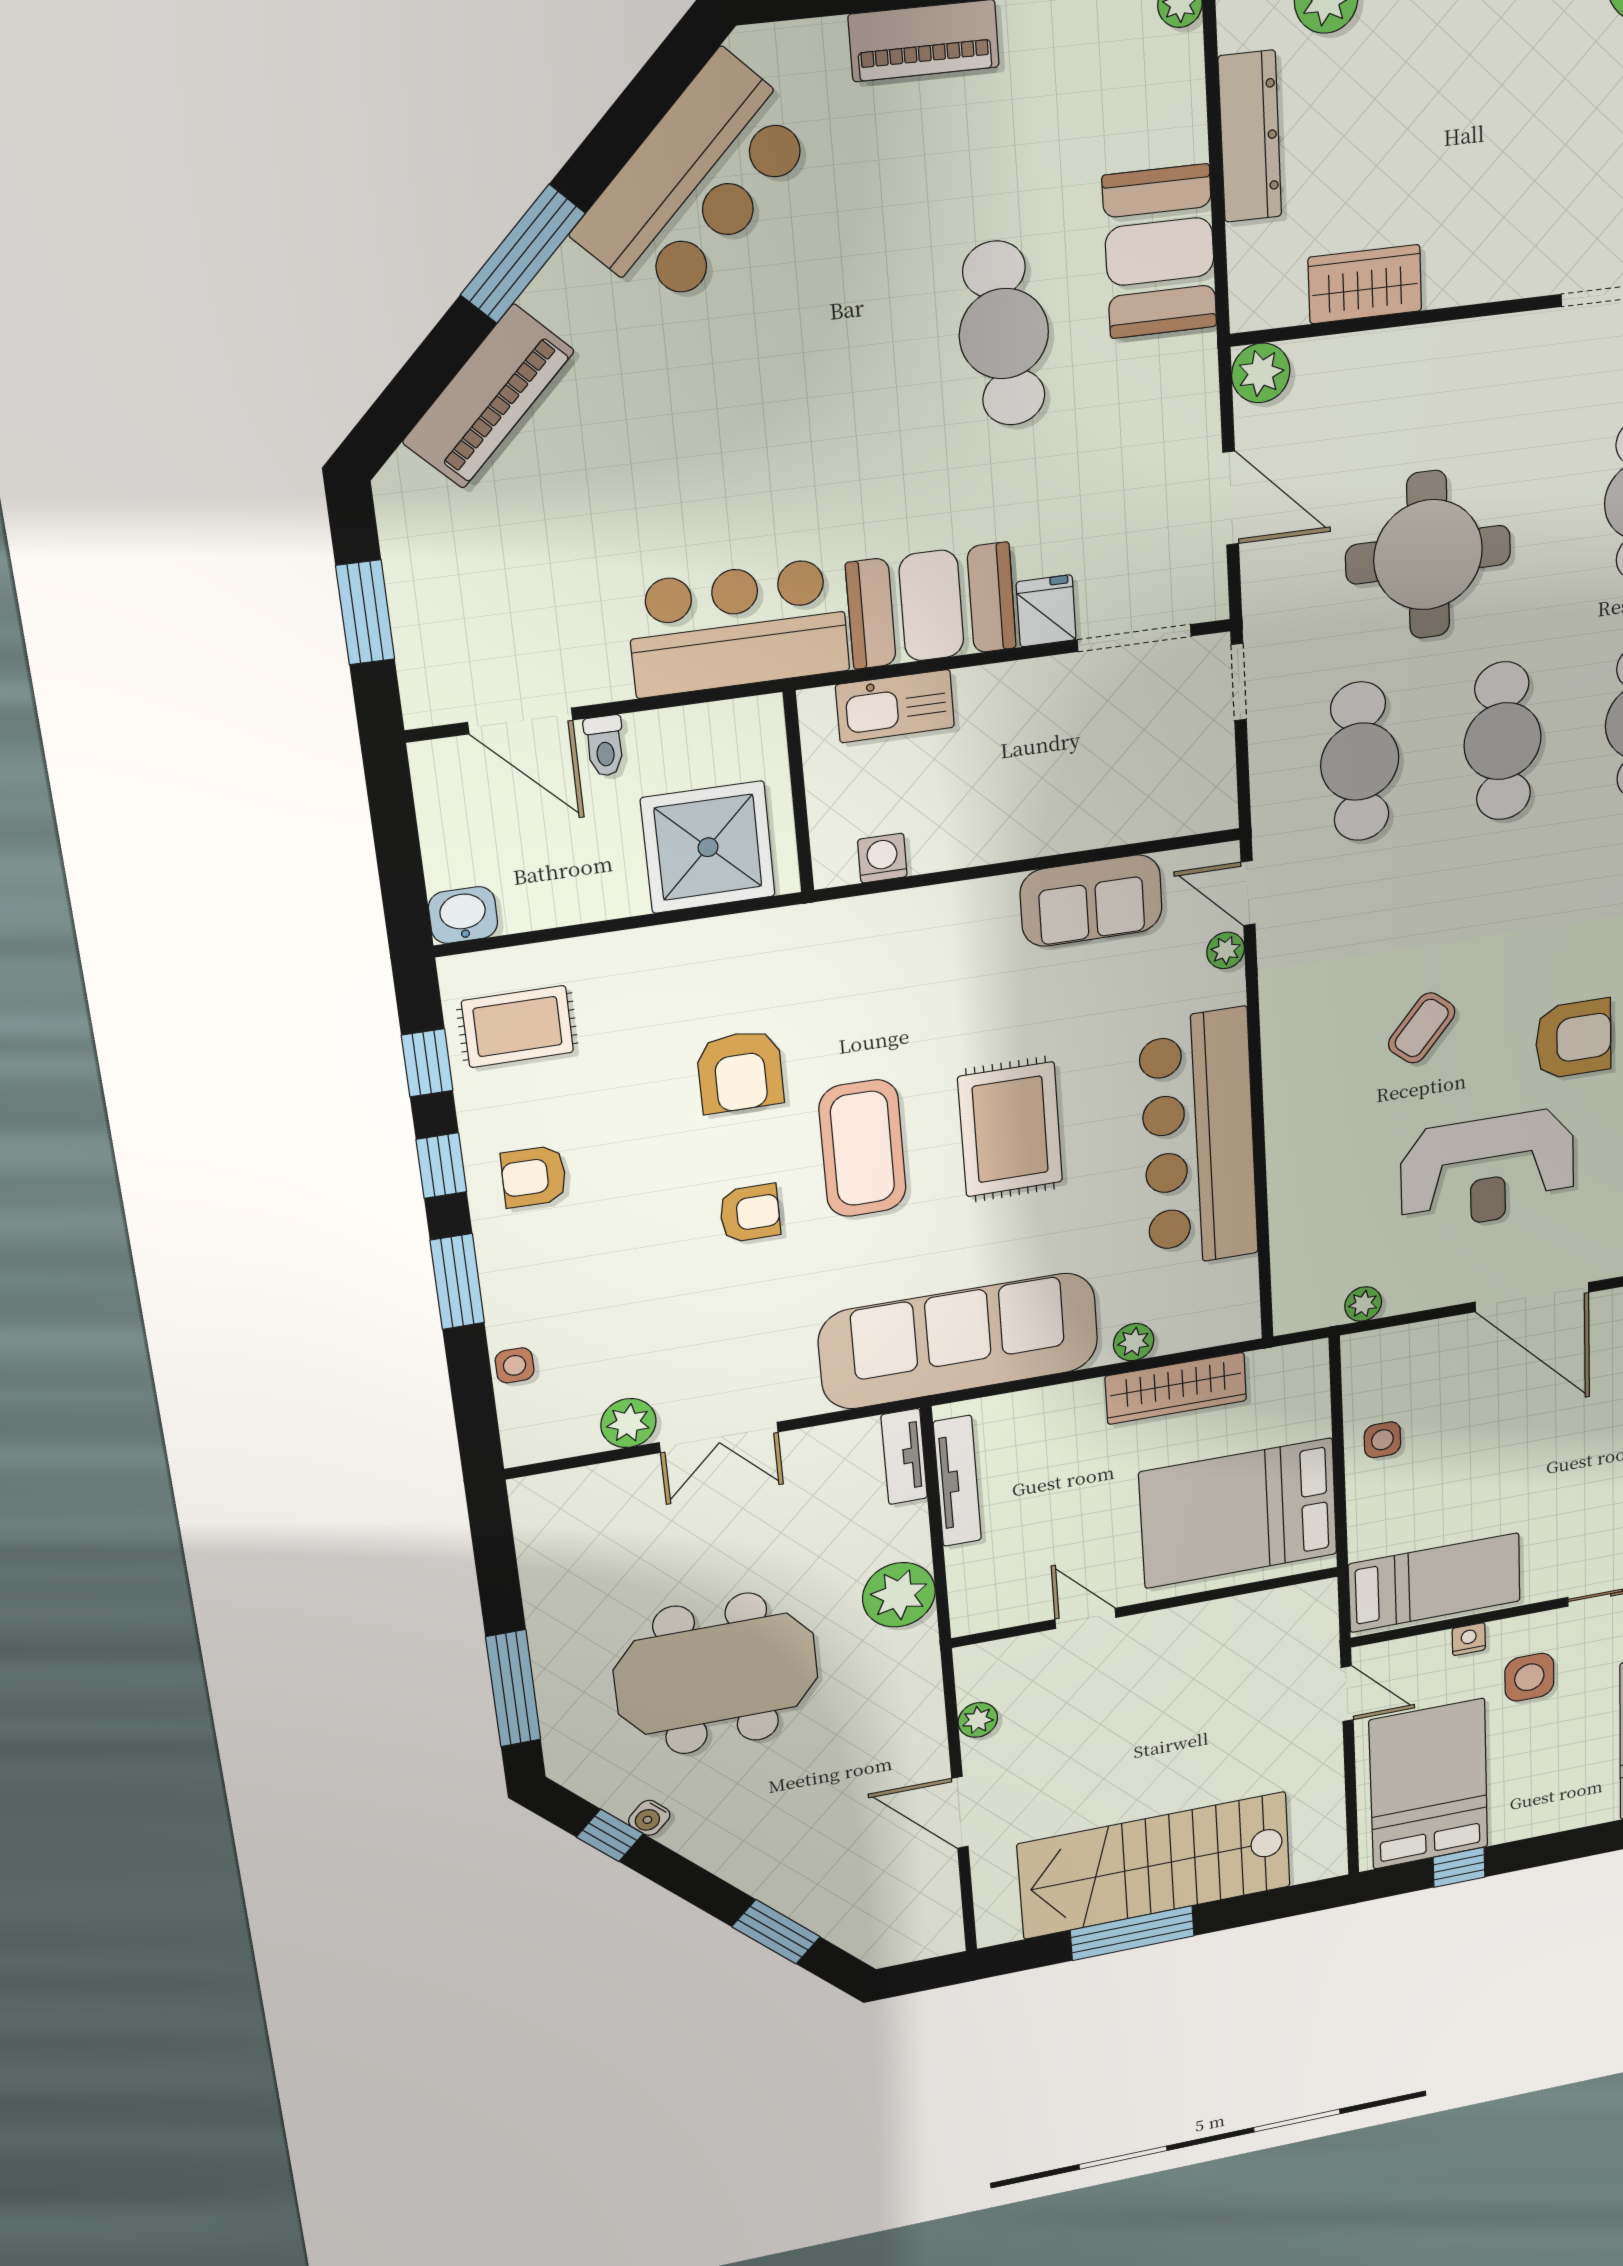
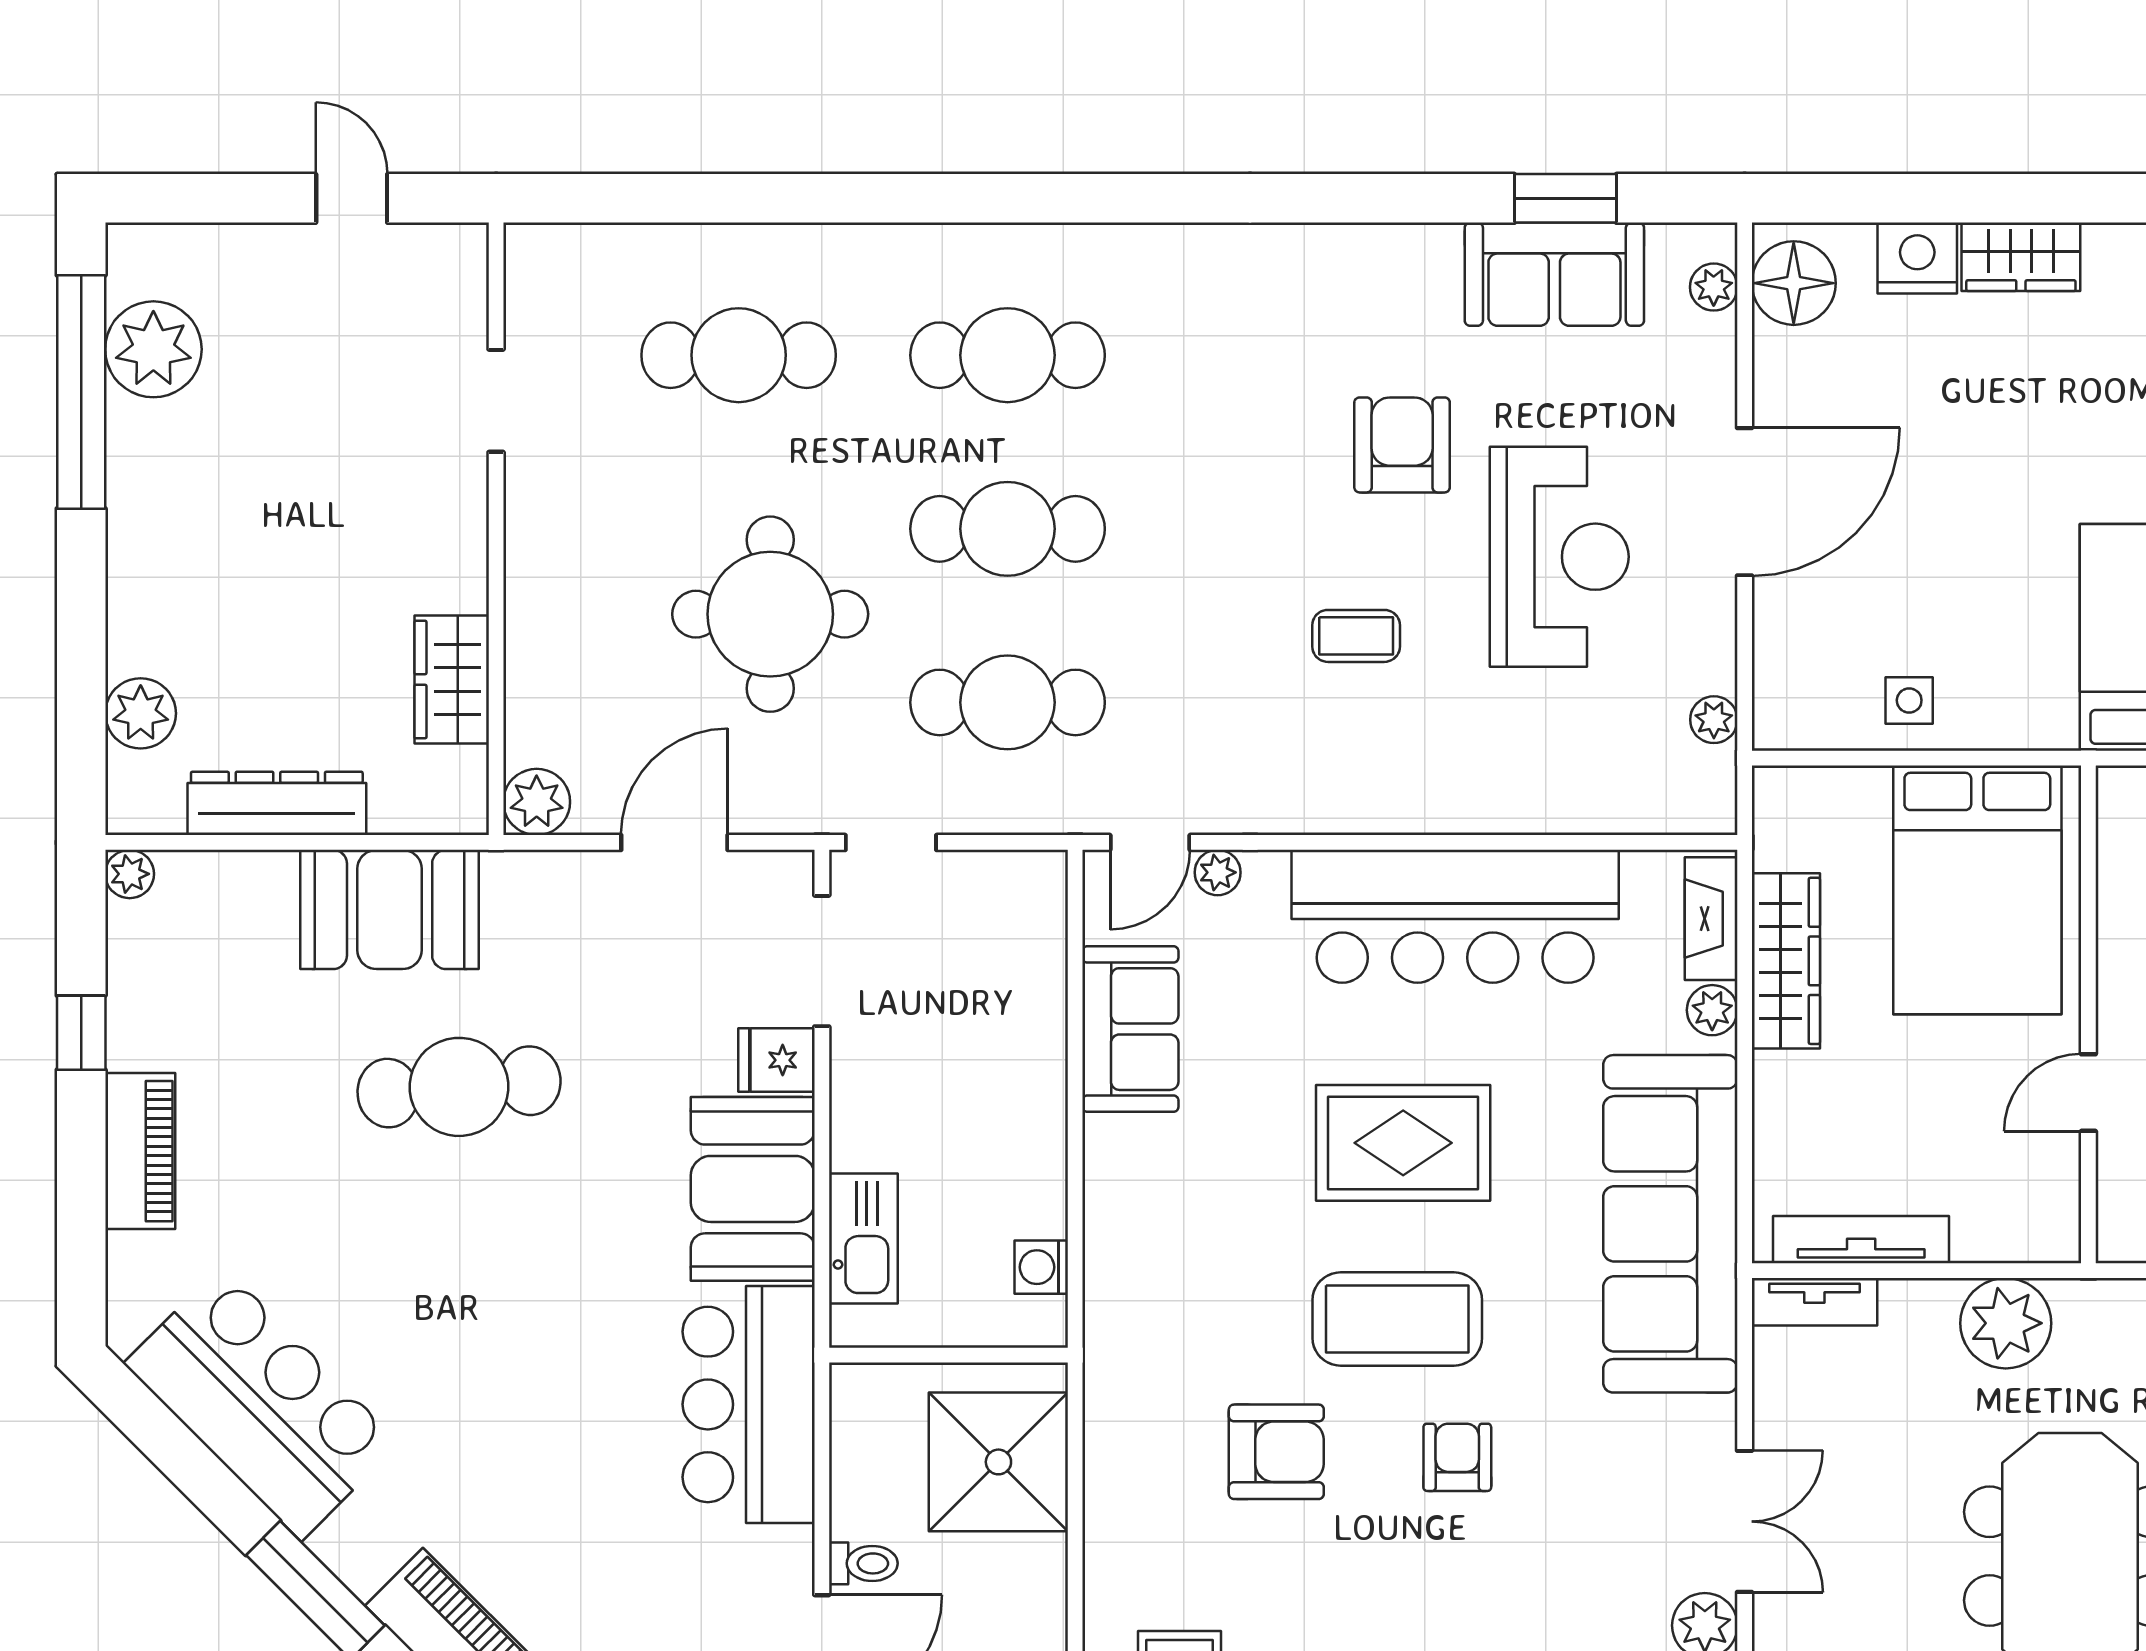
coffee table: (1422, 1028) -> (1356, 636), turned -40
fireplace: (1207, 1329) -> (1711, 919), added

